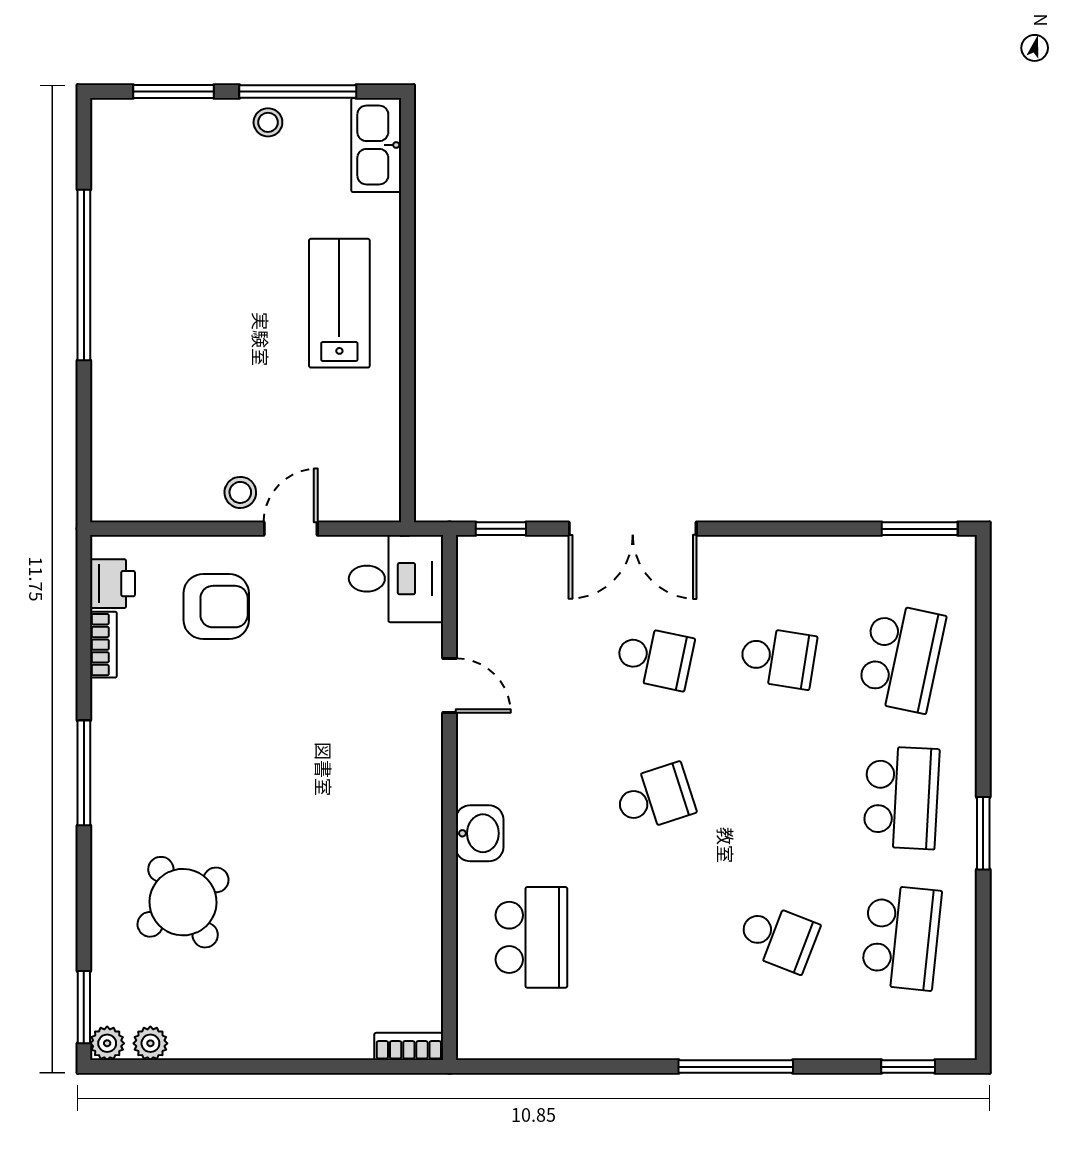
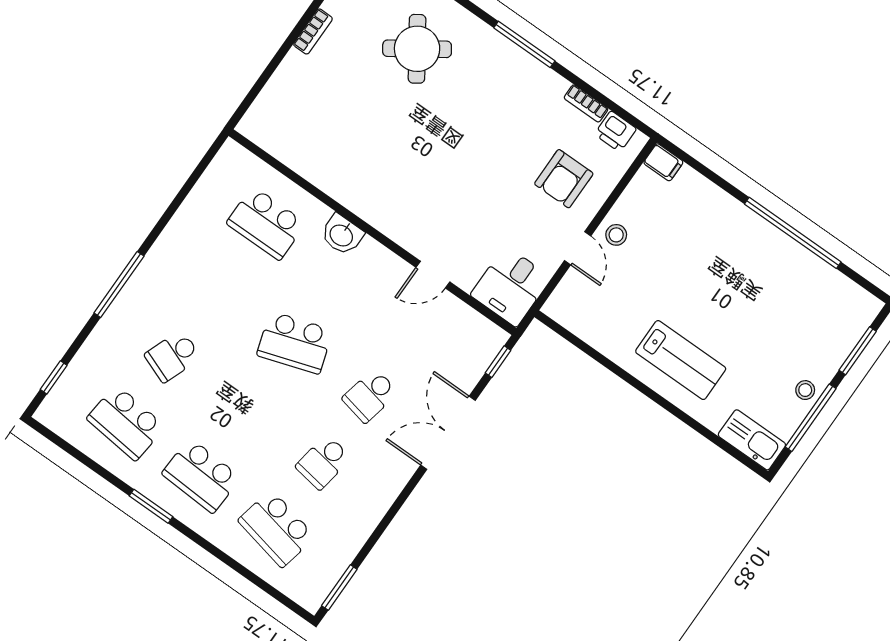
filing cabinet: (109, 497) -> (663, 162), added
school desk: (655, 798) -> (295, 343), width x1.85
bookcase: (409, 1046) -> (313, 31), moved

